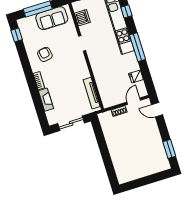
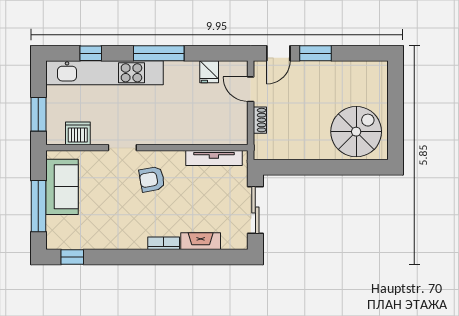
armchair: (45, 54) -> (152, 179), moved
window: (169, 149) -> (316, 53), moved
spiral stairs: (129, 163) -> (356, 132), added

